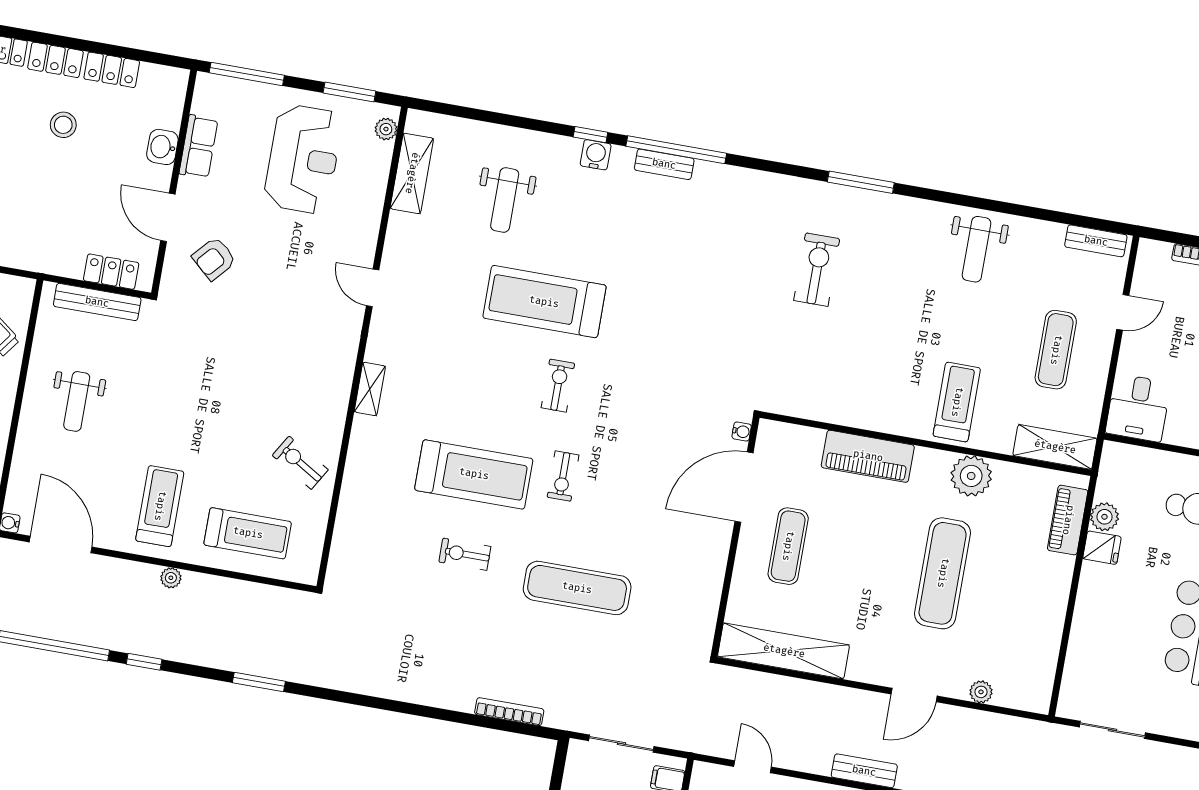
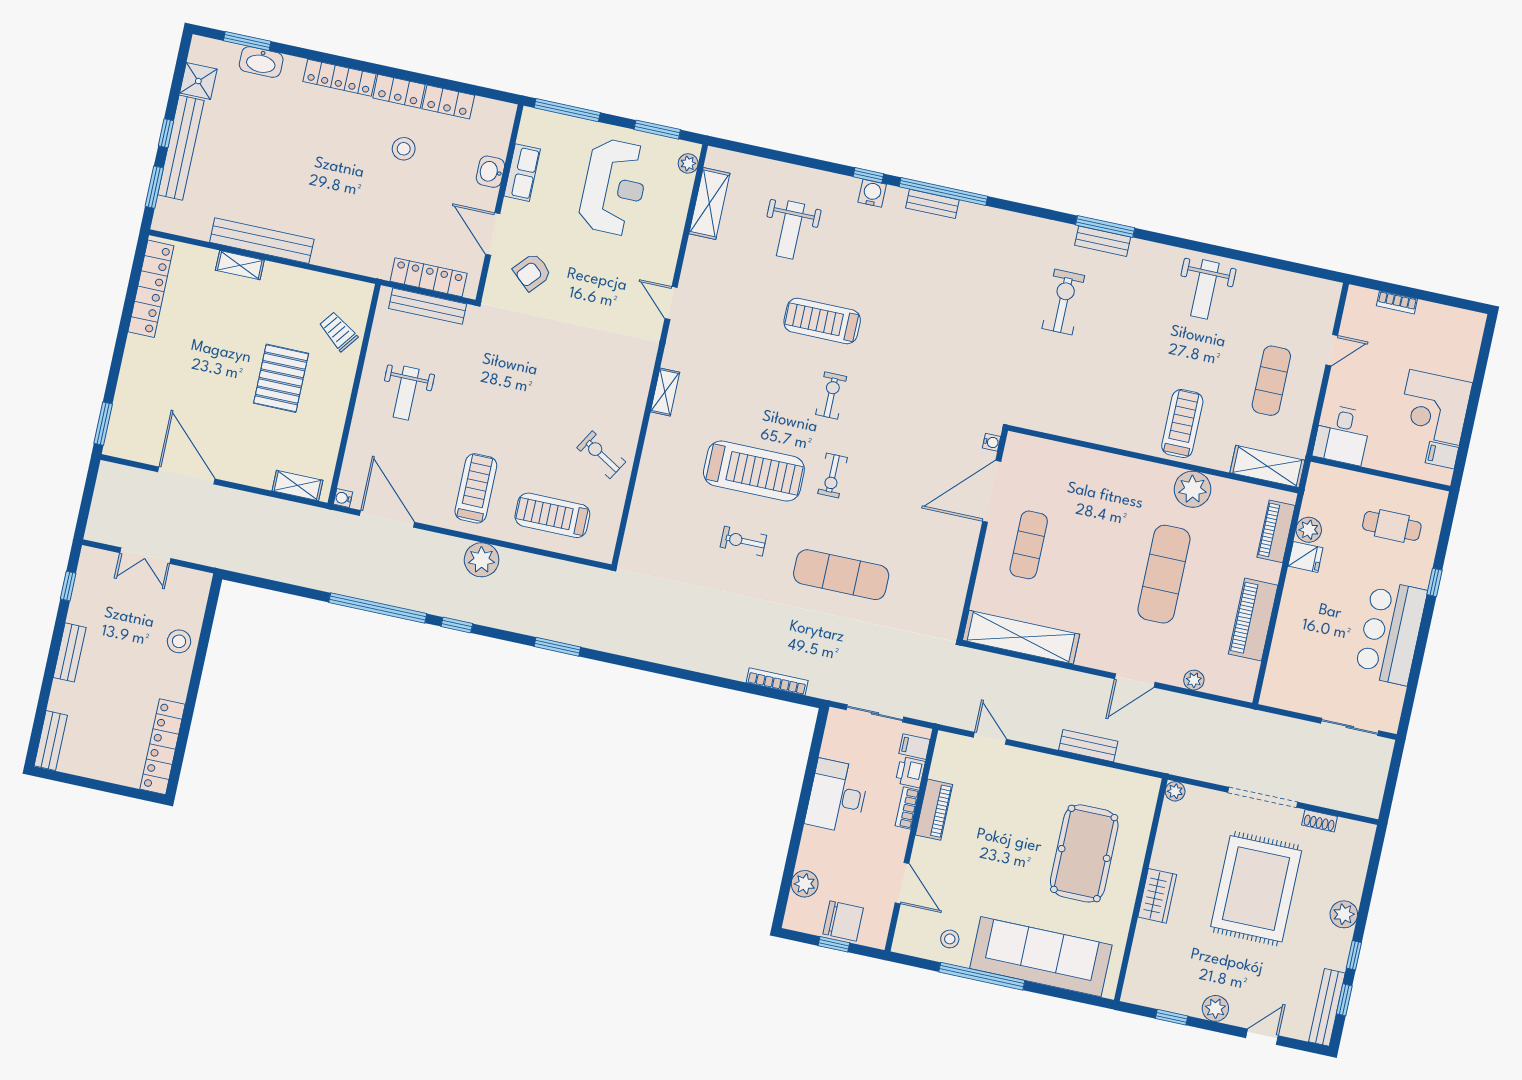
bench: (1096, 241) -> (1103, 241), moved
locker: (111, 272) -> (429, 277), width x1.53
treadmill: (544, 302) -> (822, 321), width x0.73, depth x0.73
piano: (868, 456) -> (1253, 620), moved, turned 90
treadmill: (248, 533) -> (552, 515), turned 180
plant: (171, 578) -> (482, 560), width x1.88, depth x1.88
sliding door: (1112, 730) -> (1350, 727), moved

